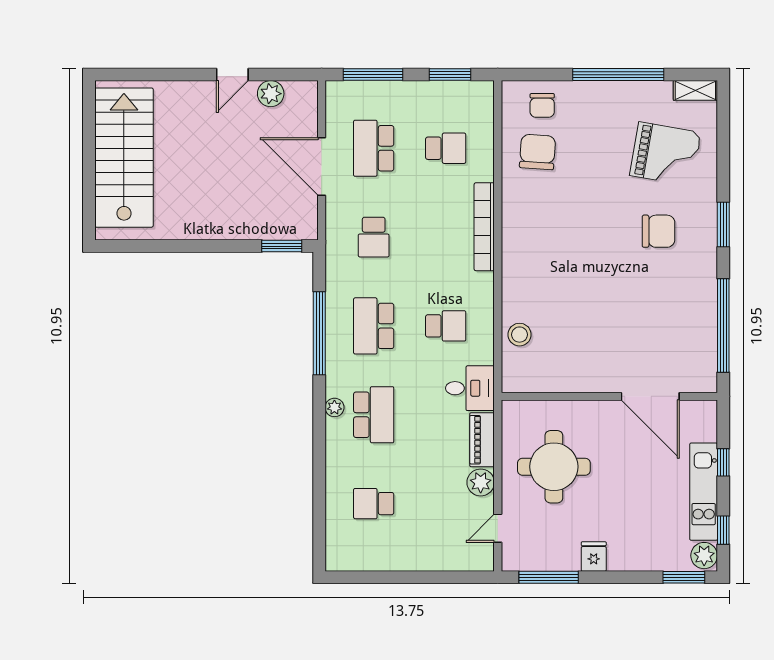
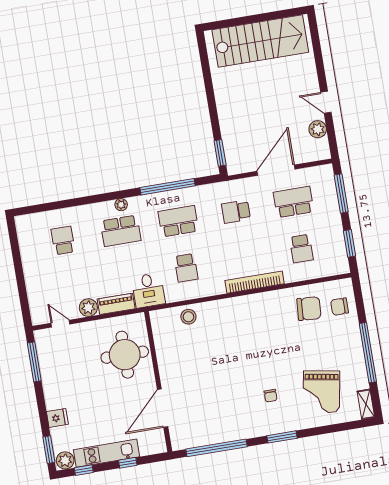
chair: (659, 231) -> (271, 396), width x0.54, depth x0.54
round table: (554, 467) -> (125, 355), moved
fridge: (594, 557) -> (57, 418), moved

